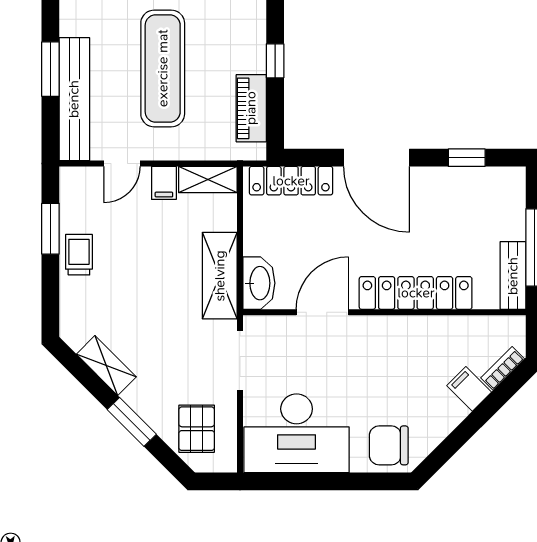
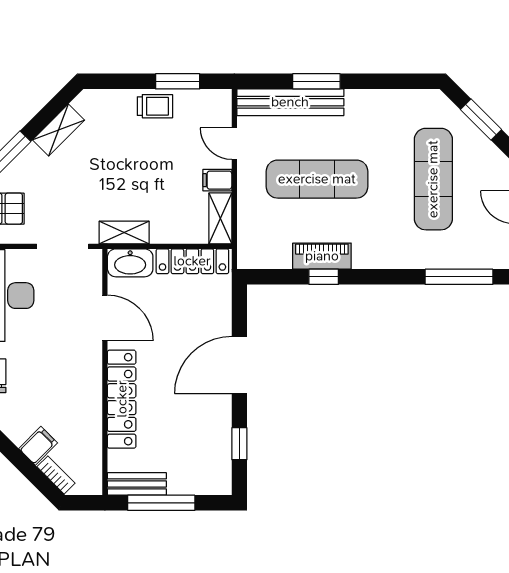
piano: (251, 108) -> (322, 256), moved
locker: (291, 181) -> (192, 261), moved, turned -90
shelving: (220, 276) -> (124, 233), width x0.67, depth x0.75

